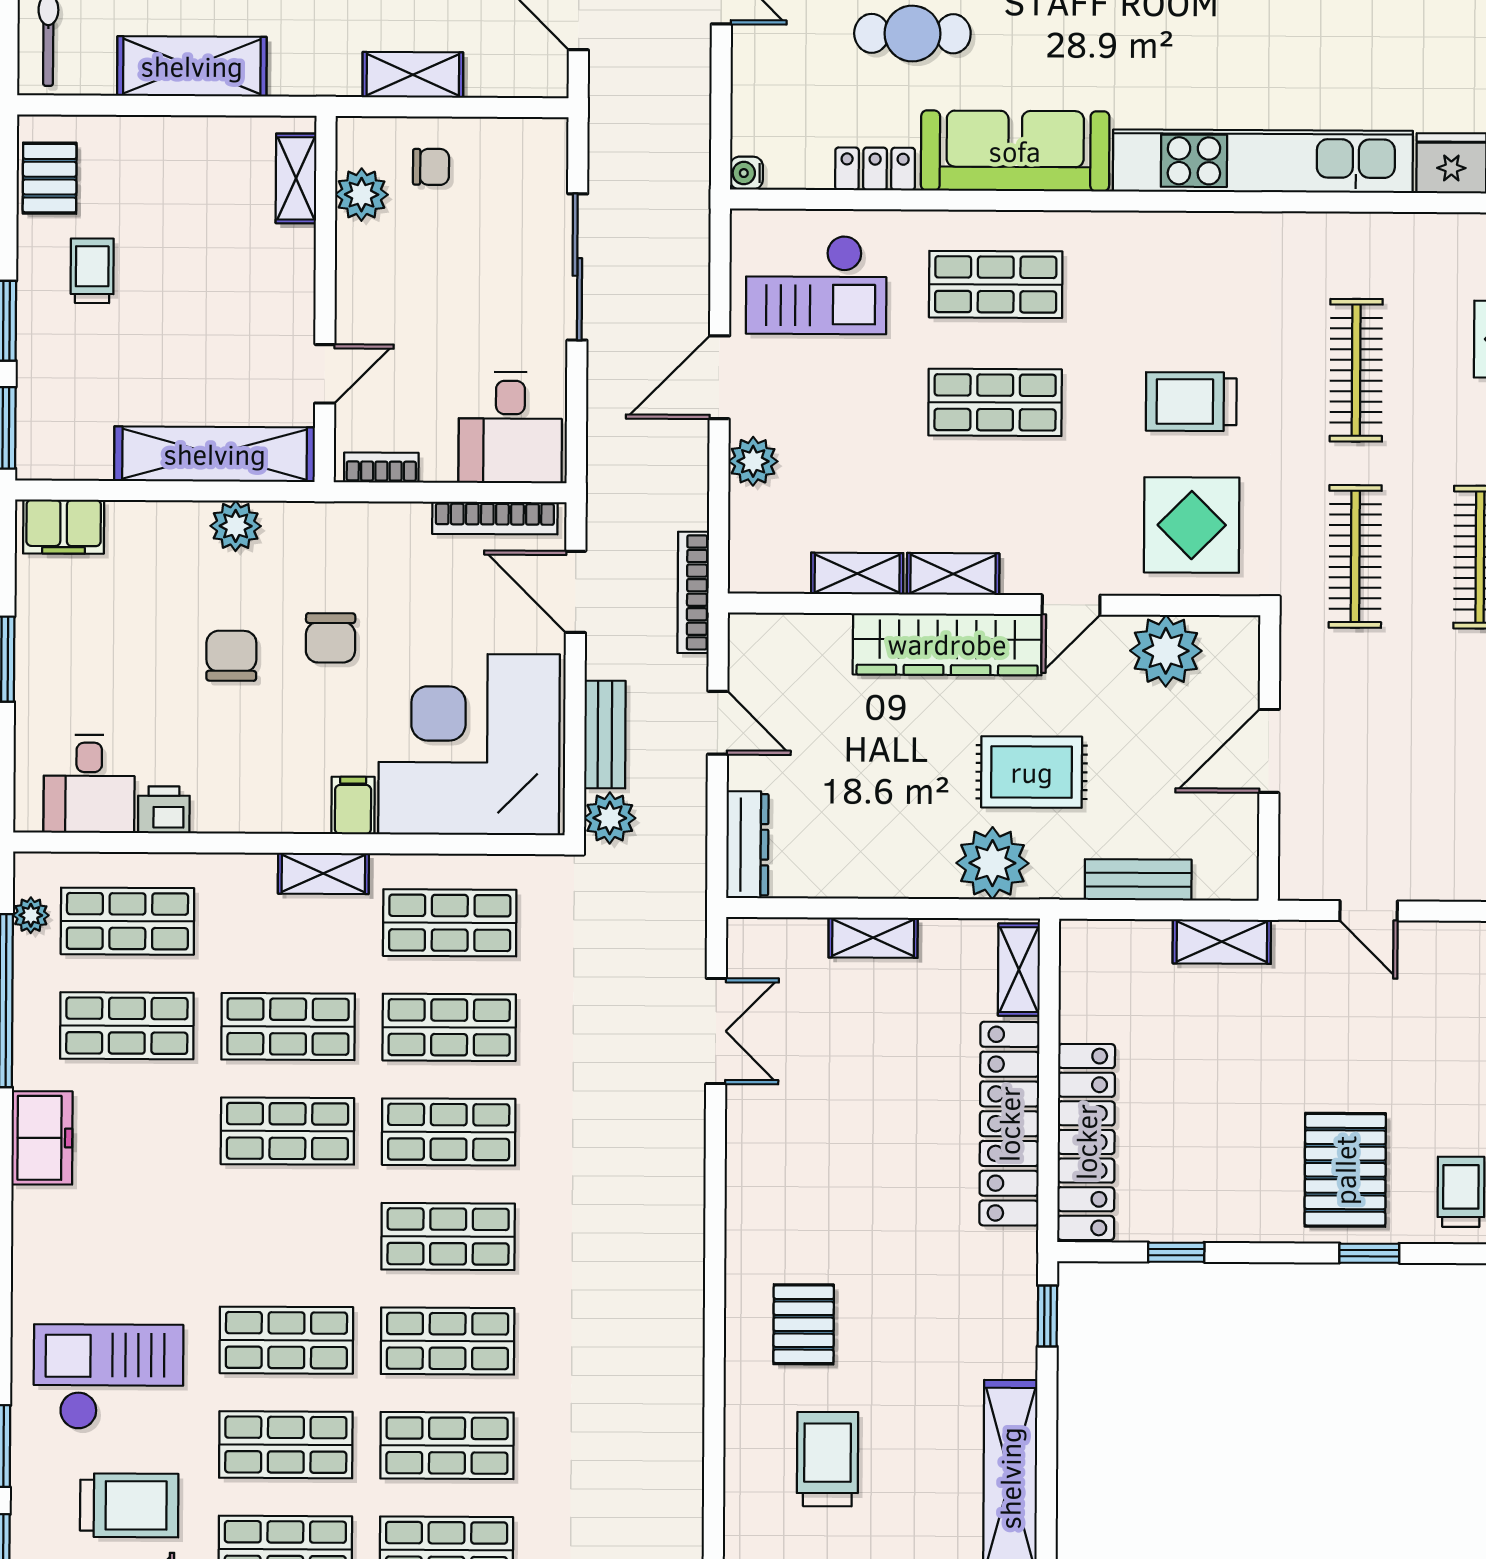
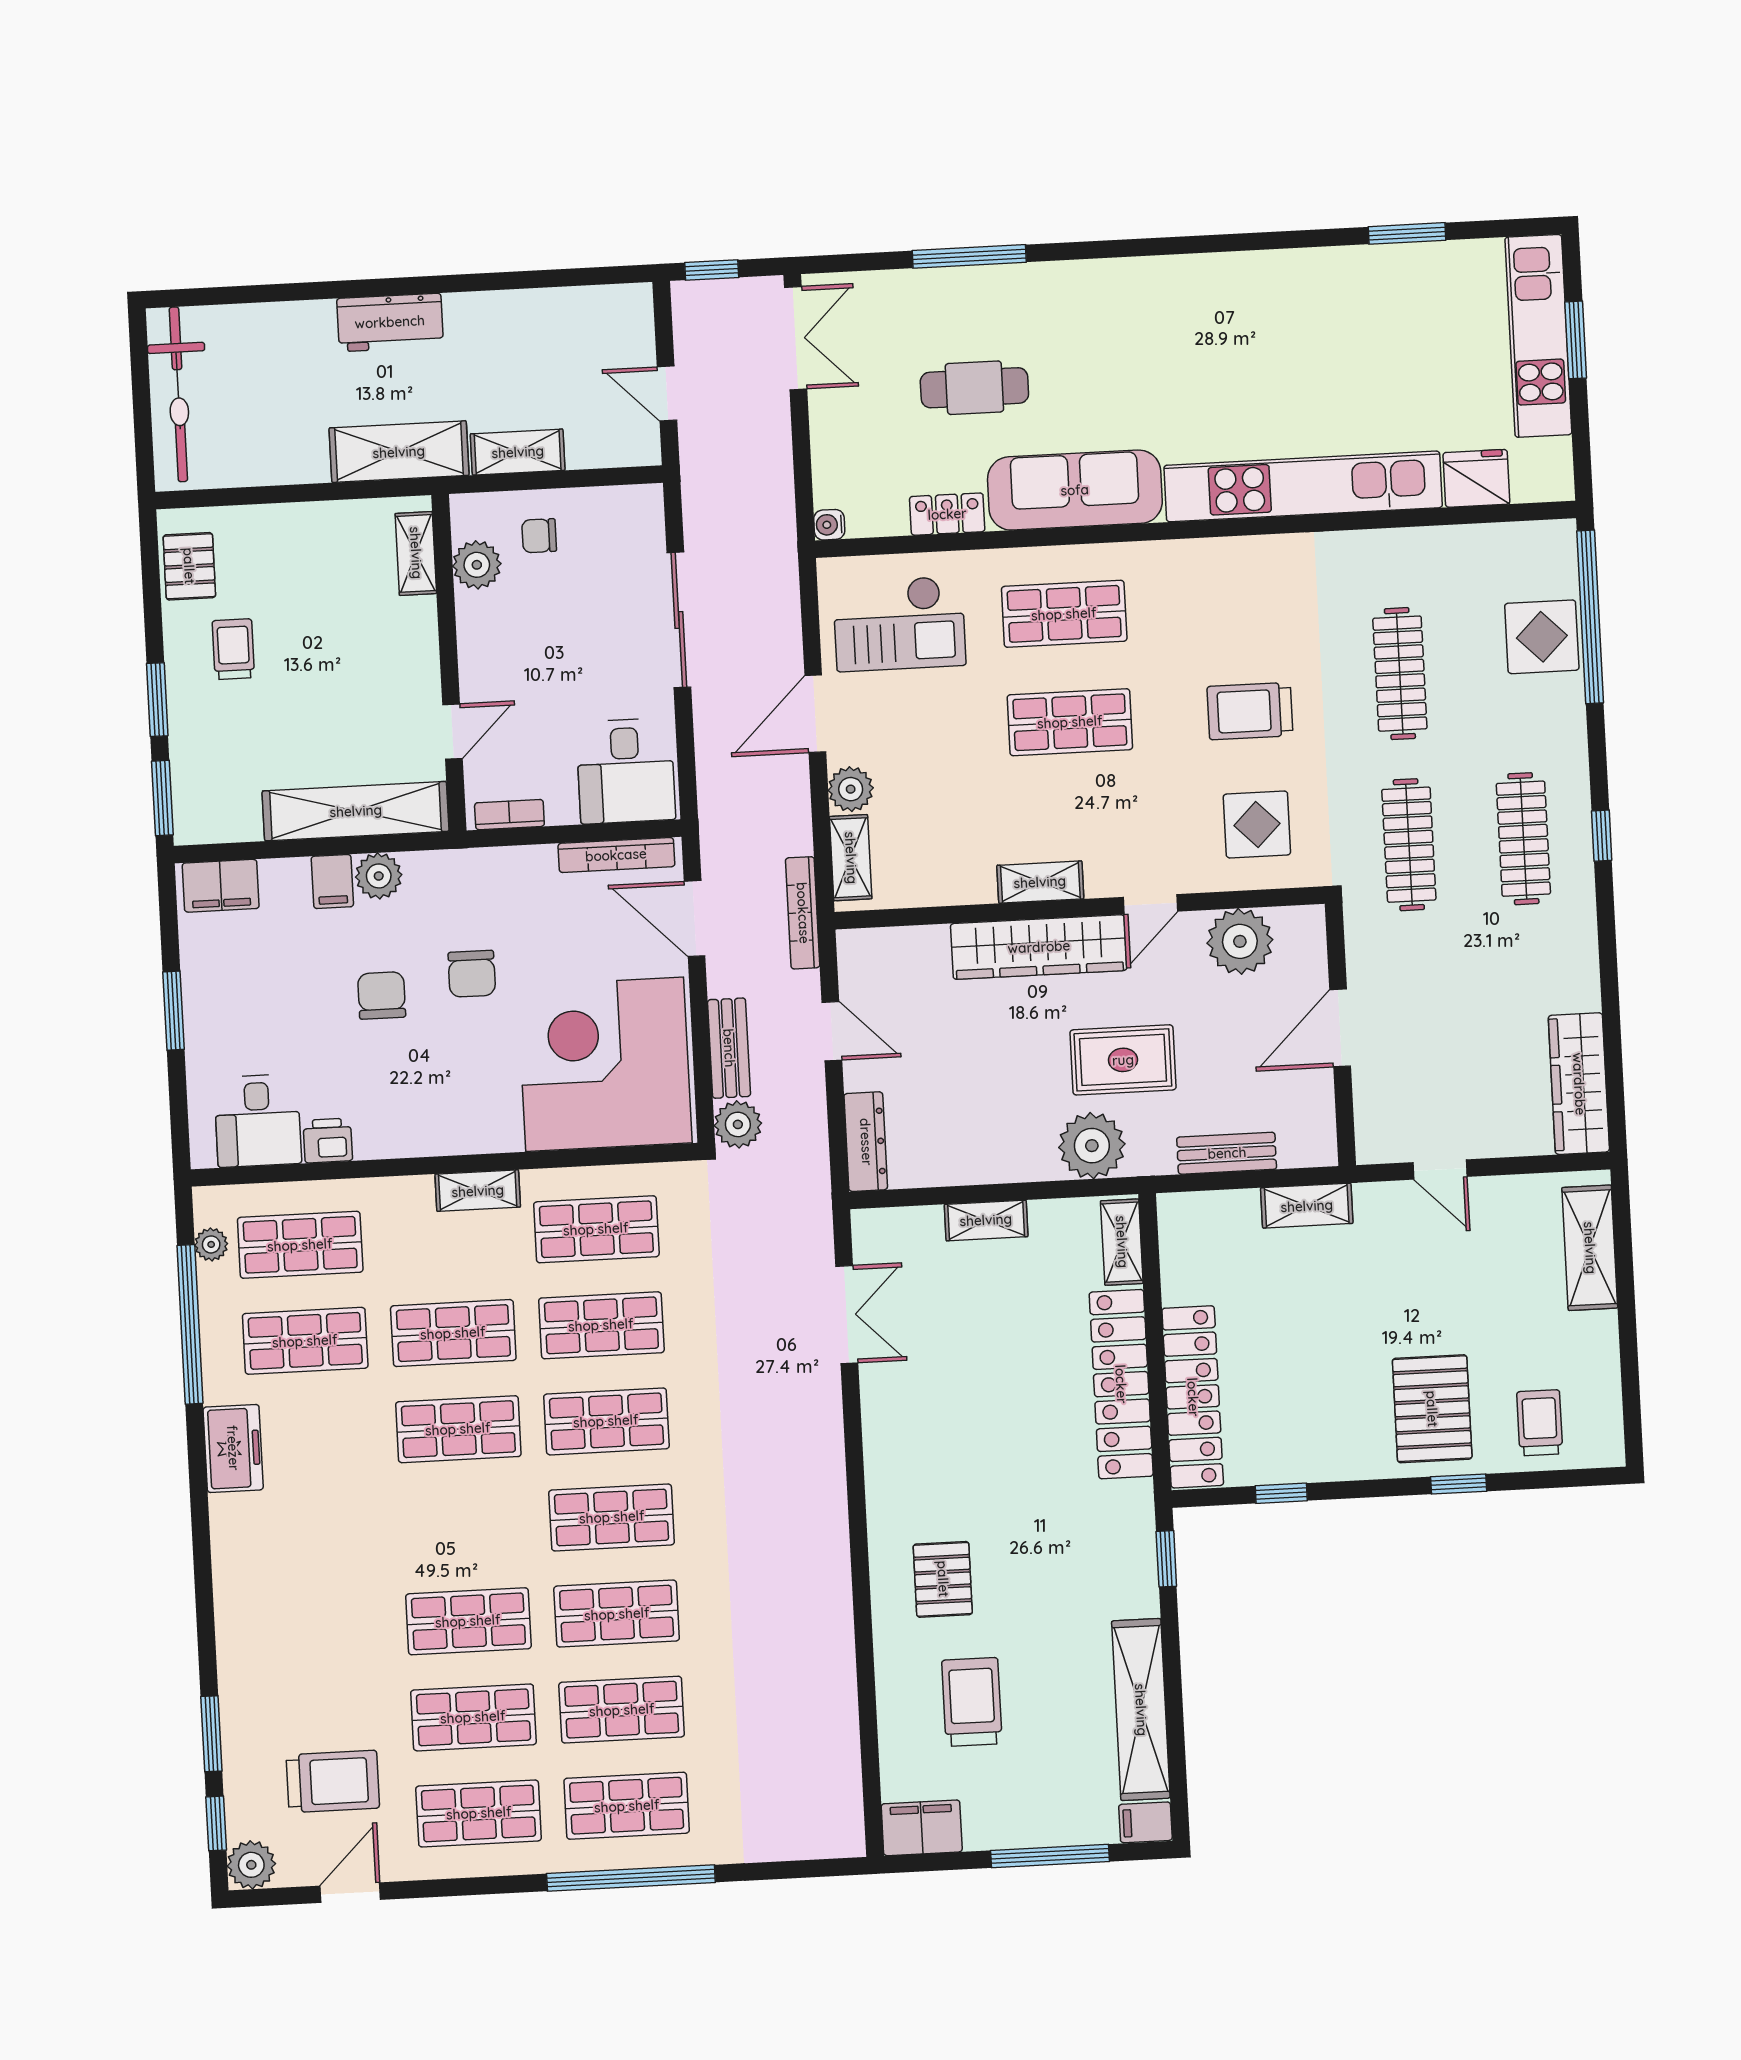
shelving: (192, 66) -> (399, 452), moved
chair: (431, 167) -> (539, 536), turned 180
display table: (1192, 525) -> (1257, 824), width x0.73, depth x0.73
shelving: (857, 574) -> (851, 858), moved, turned 90
filing cabinet: (353, 805) -> (332, 882), moved, turned 180
checkout: (108, 1377) -> (307, 1665), removed

